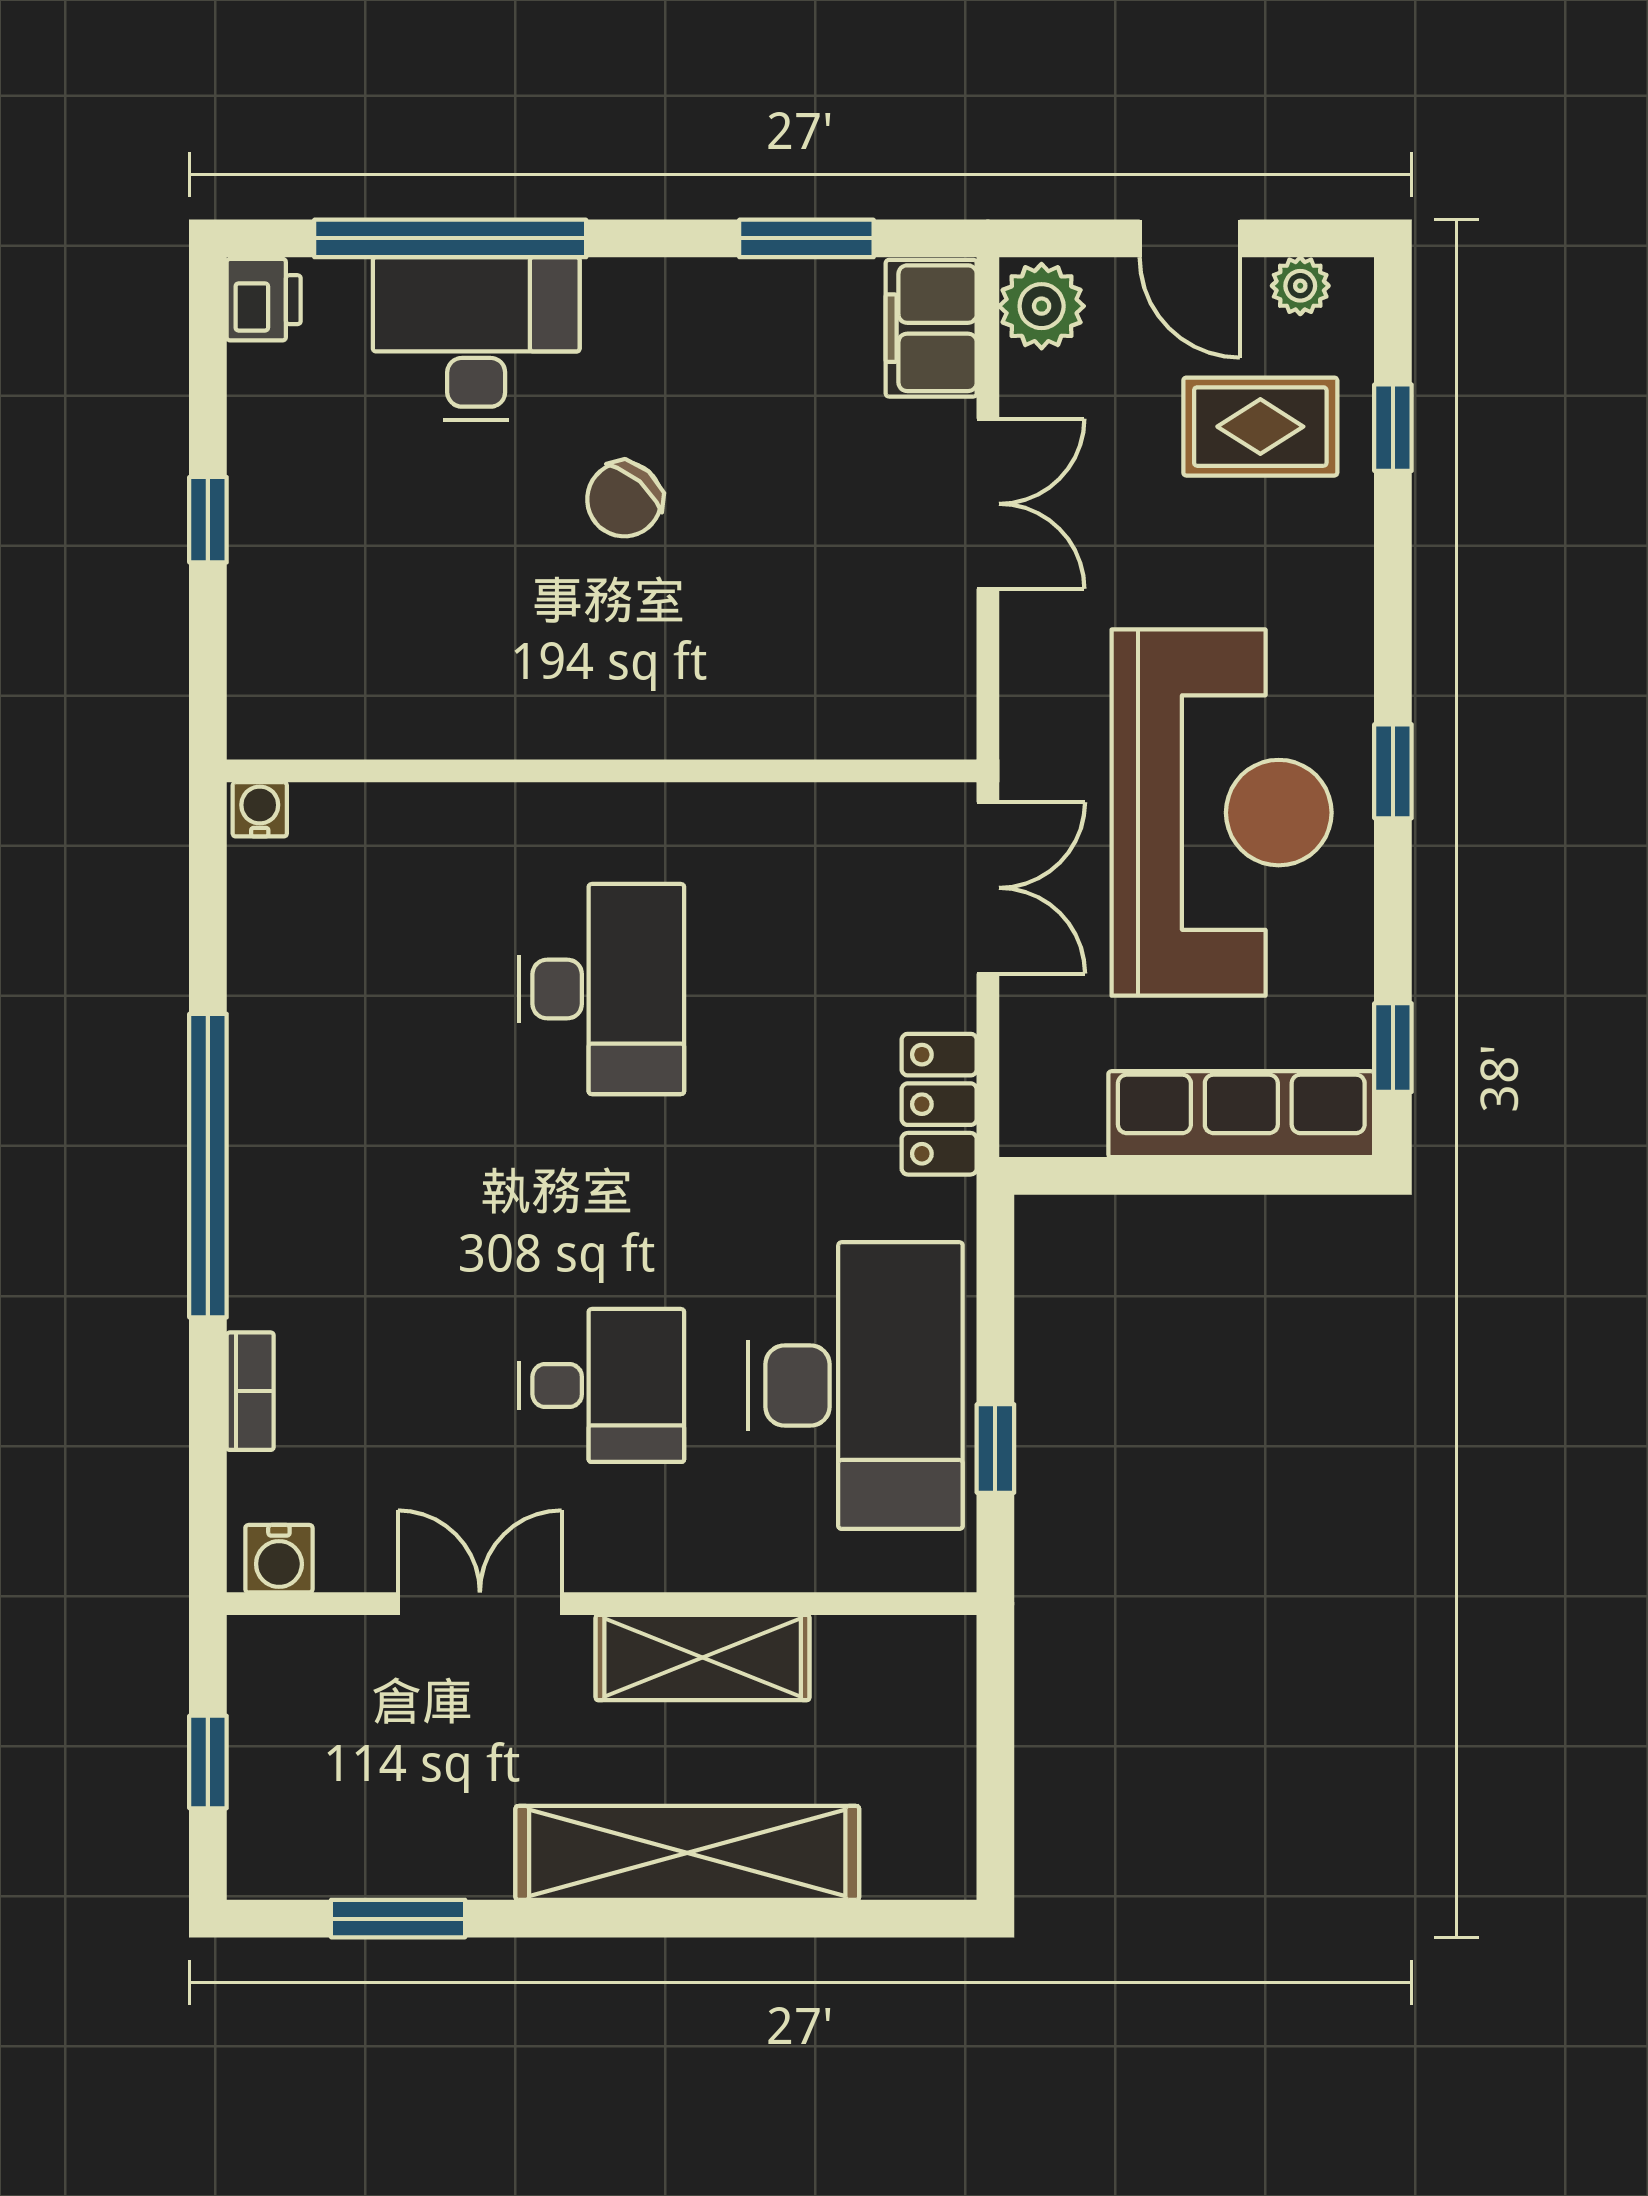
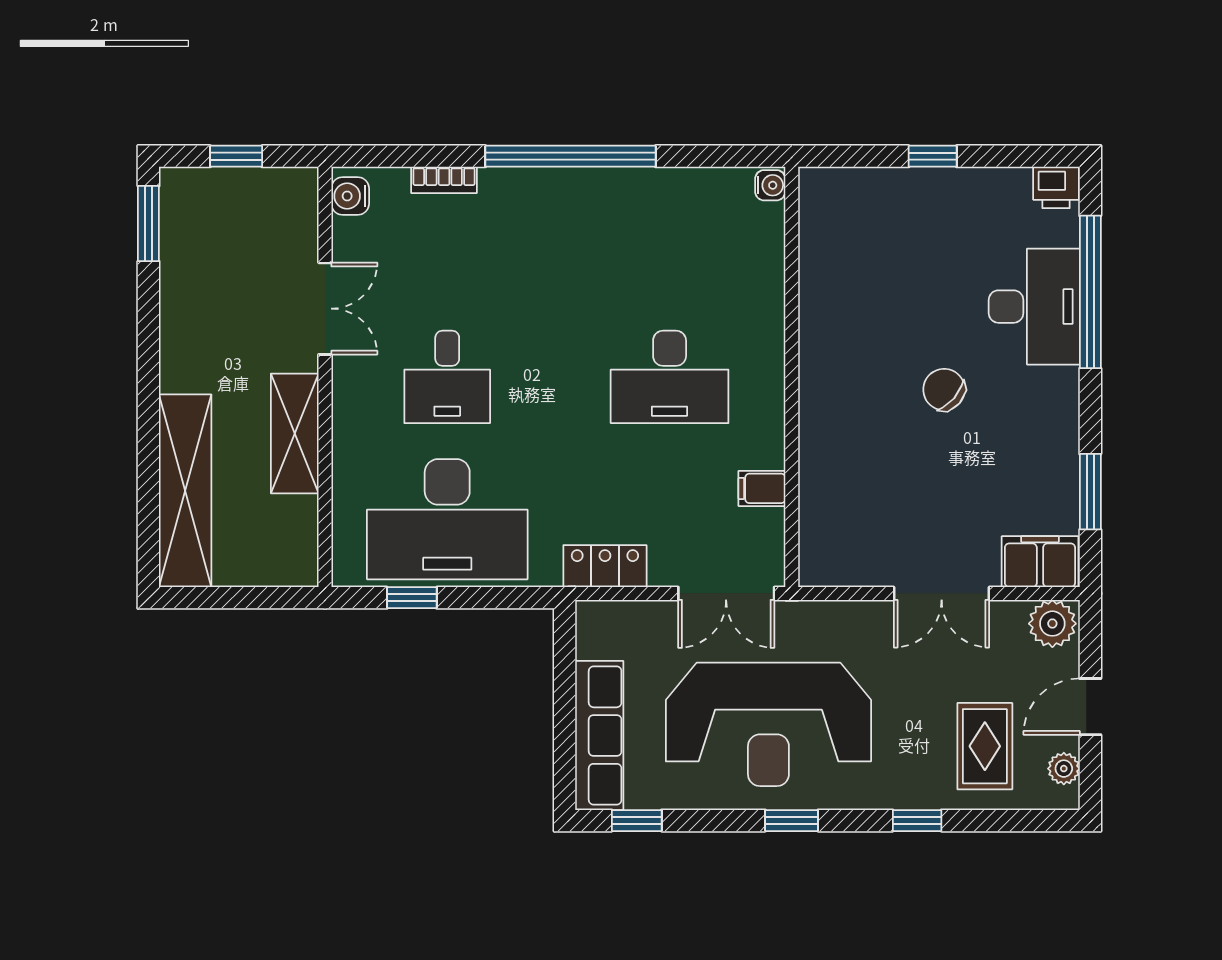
window: (1393, 428) -> (917, 821), moved
filing cabinet: (801, 824) -> (762, 488), added
shelving: (687, 1853) -> (185, 491), moved
window: (398, 1919) -> (148, 224), moved

